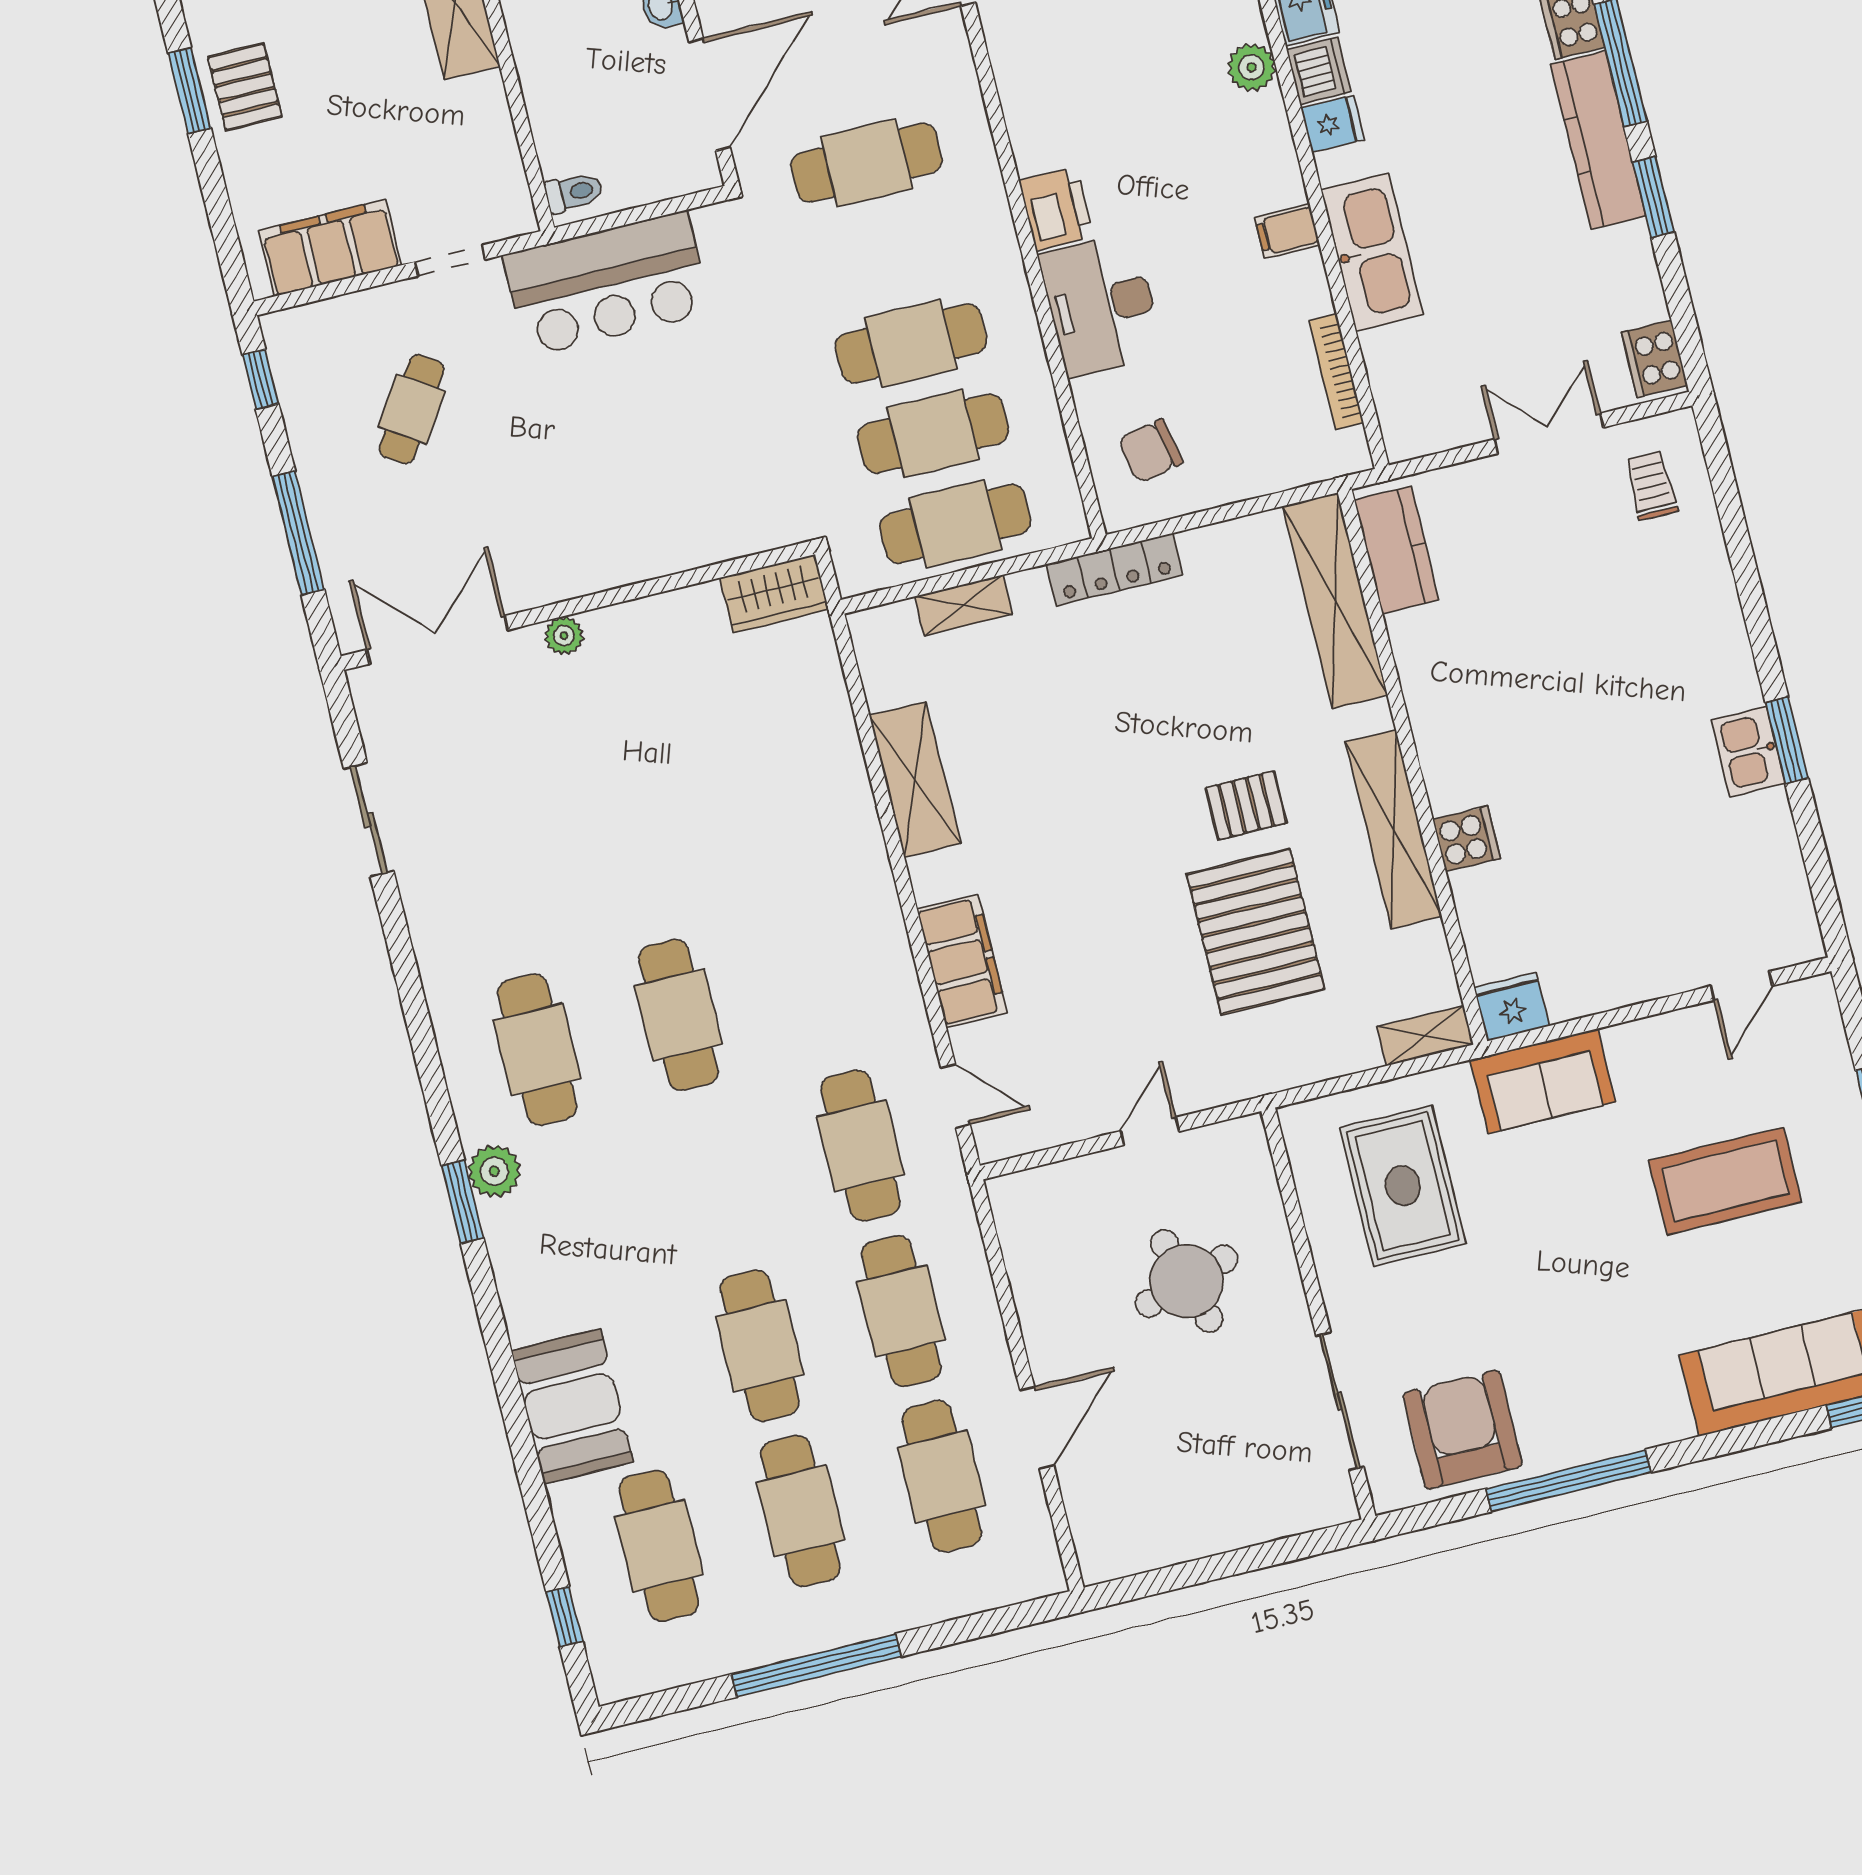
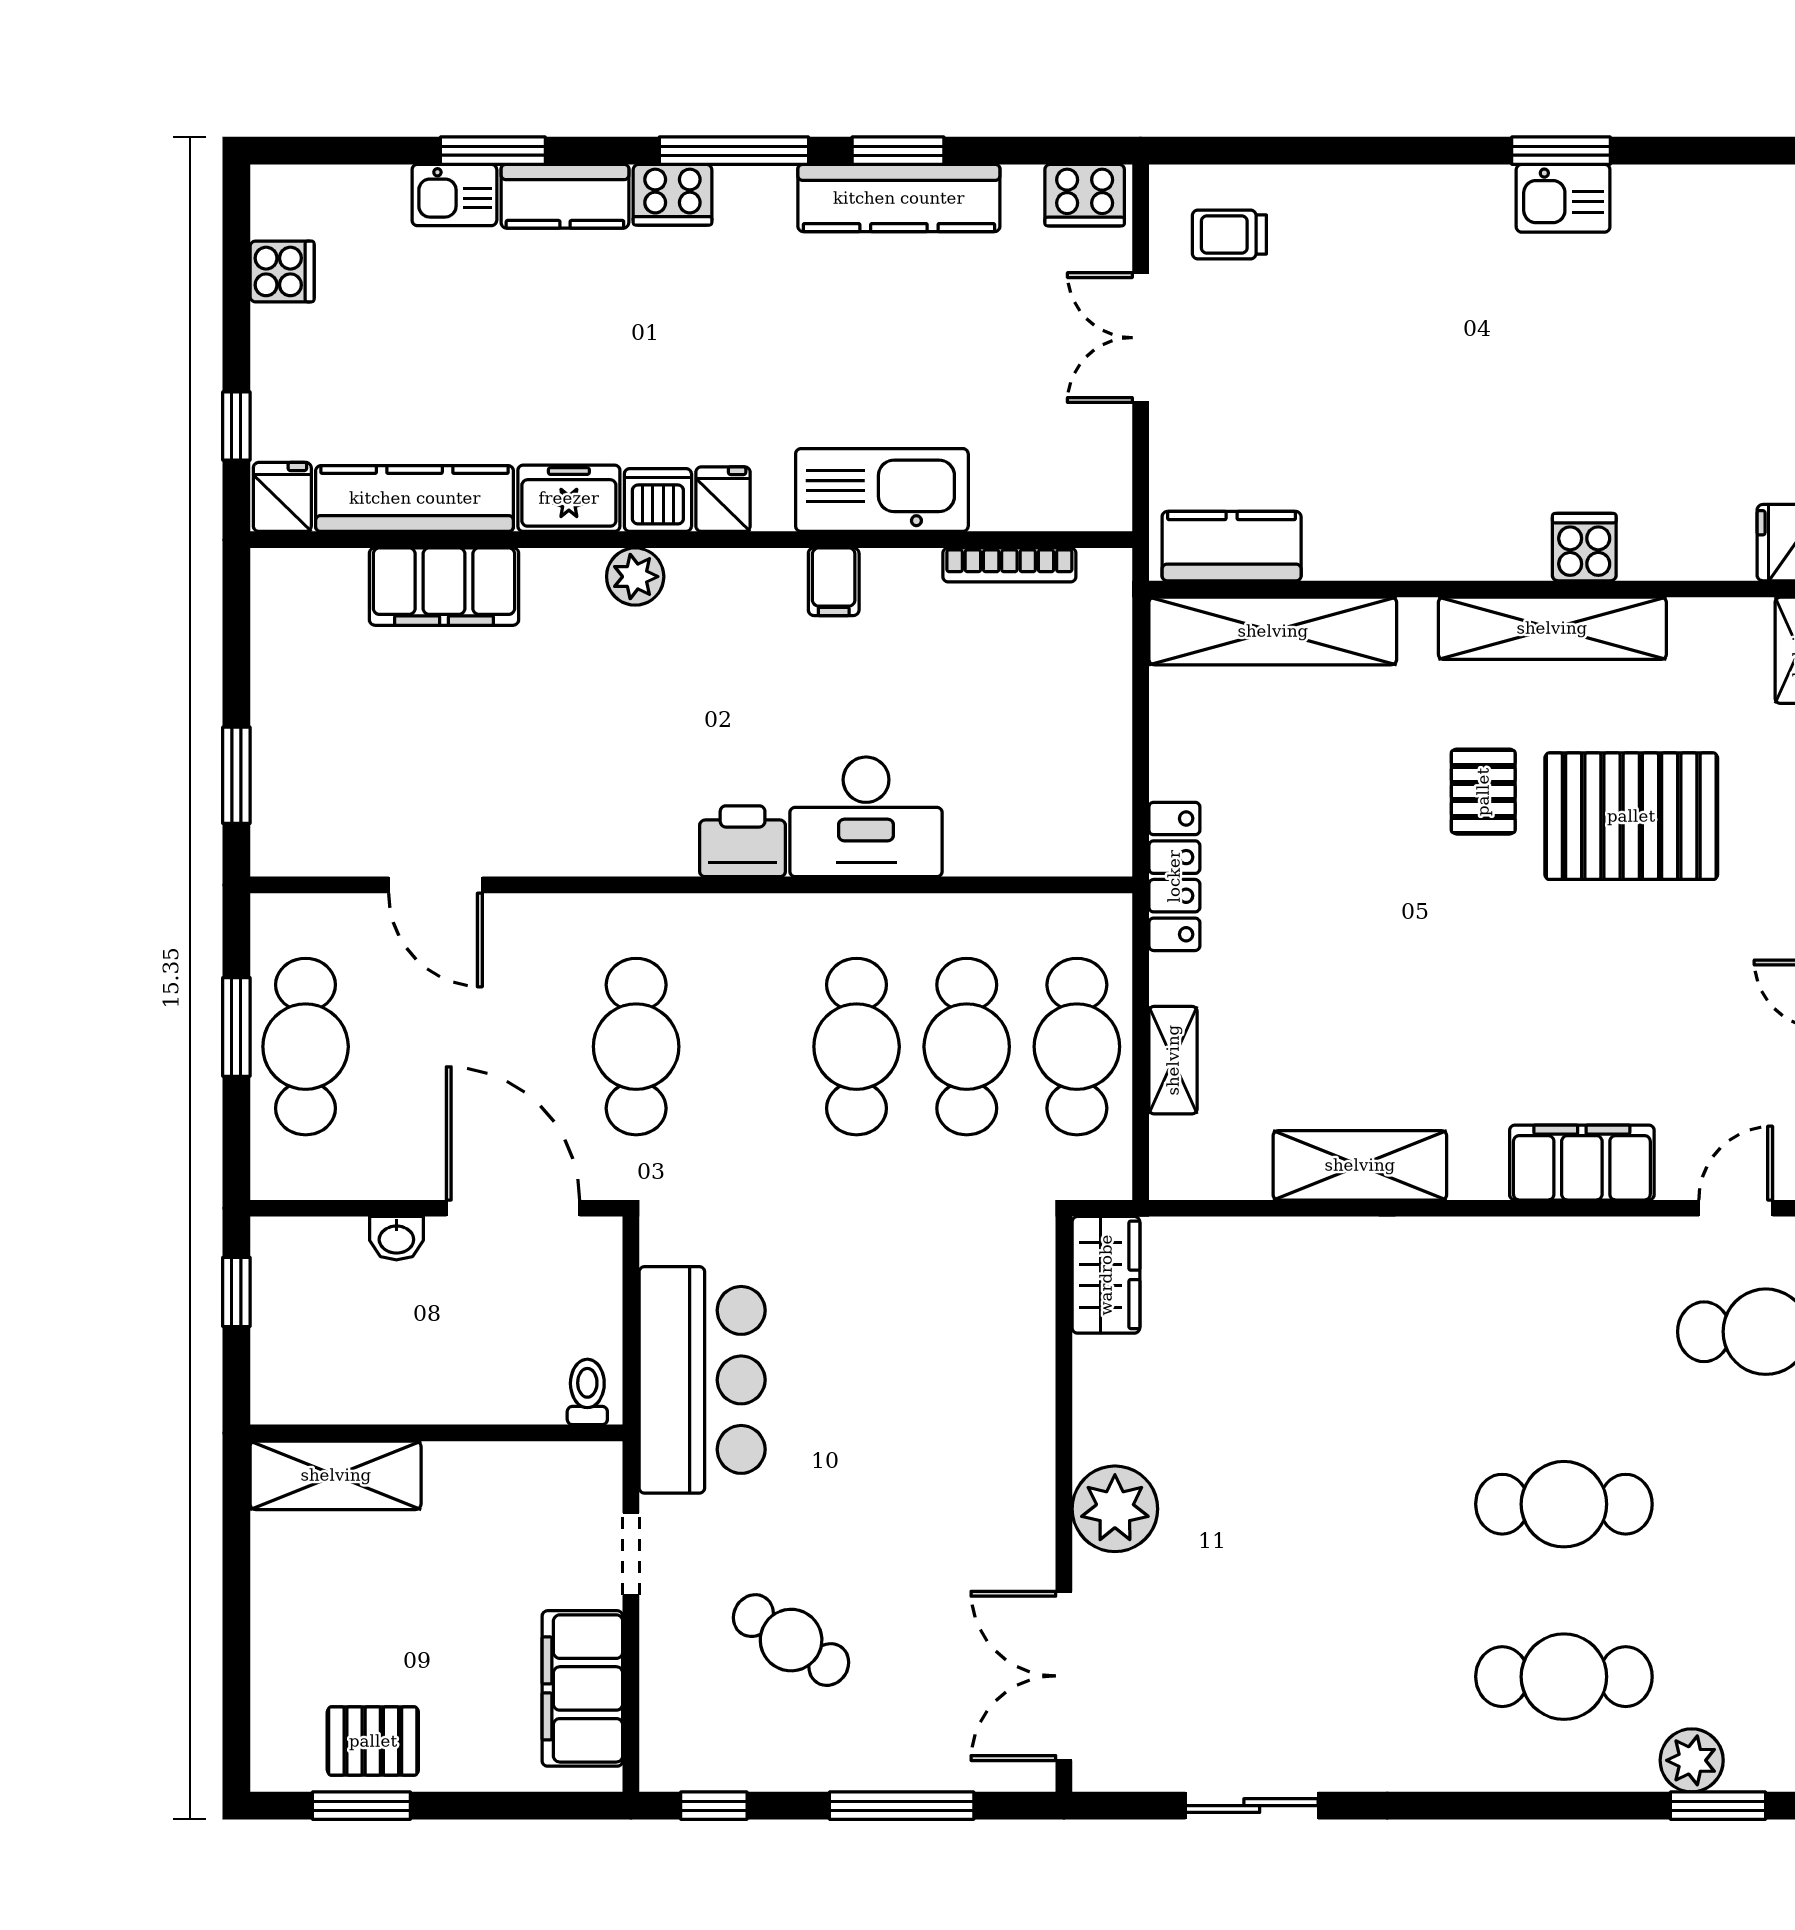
kitchen counter: (1598, 140) -> (899, 198), moved
chair: (1151, 451) -> (1048, 801), removed
plant: (564, 636) -> (1115, 1509), width x1.87, depth x1.87

